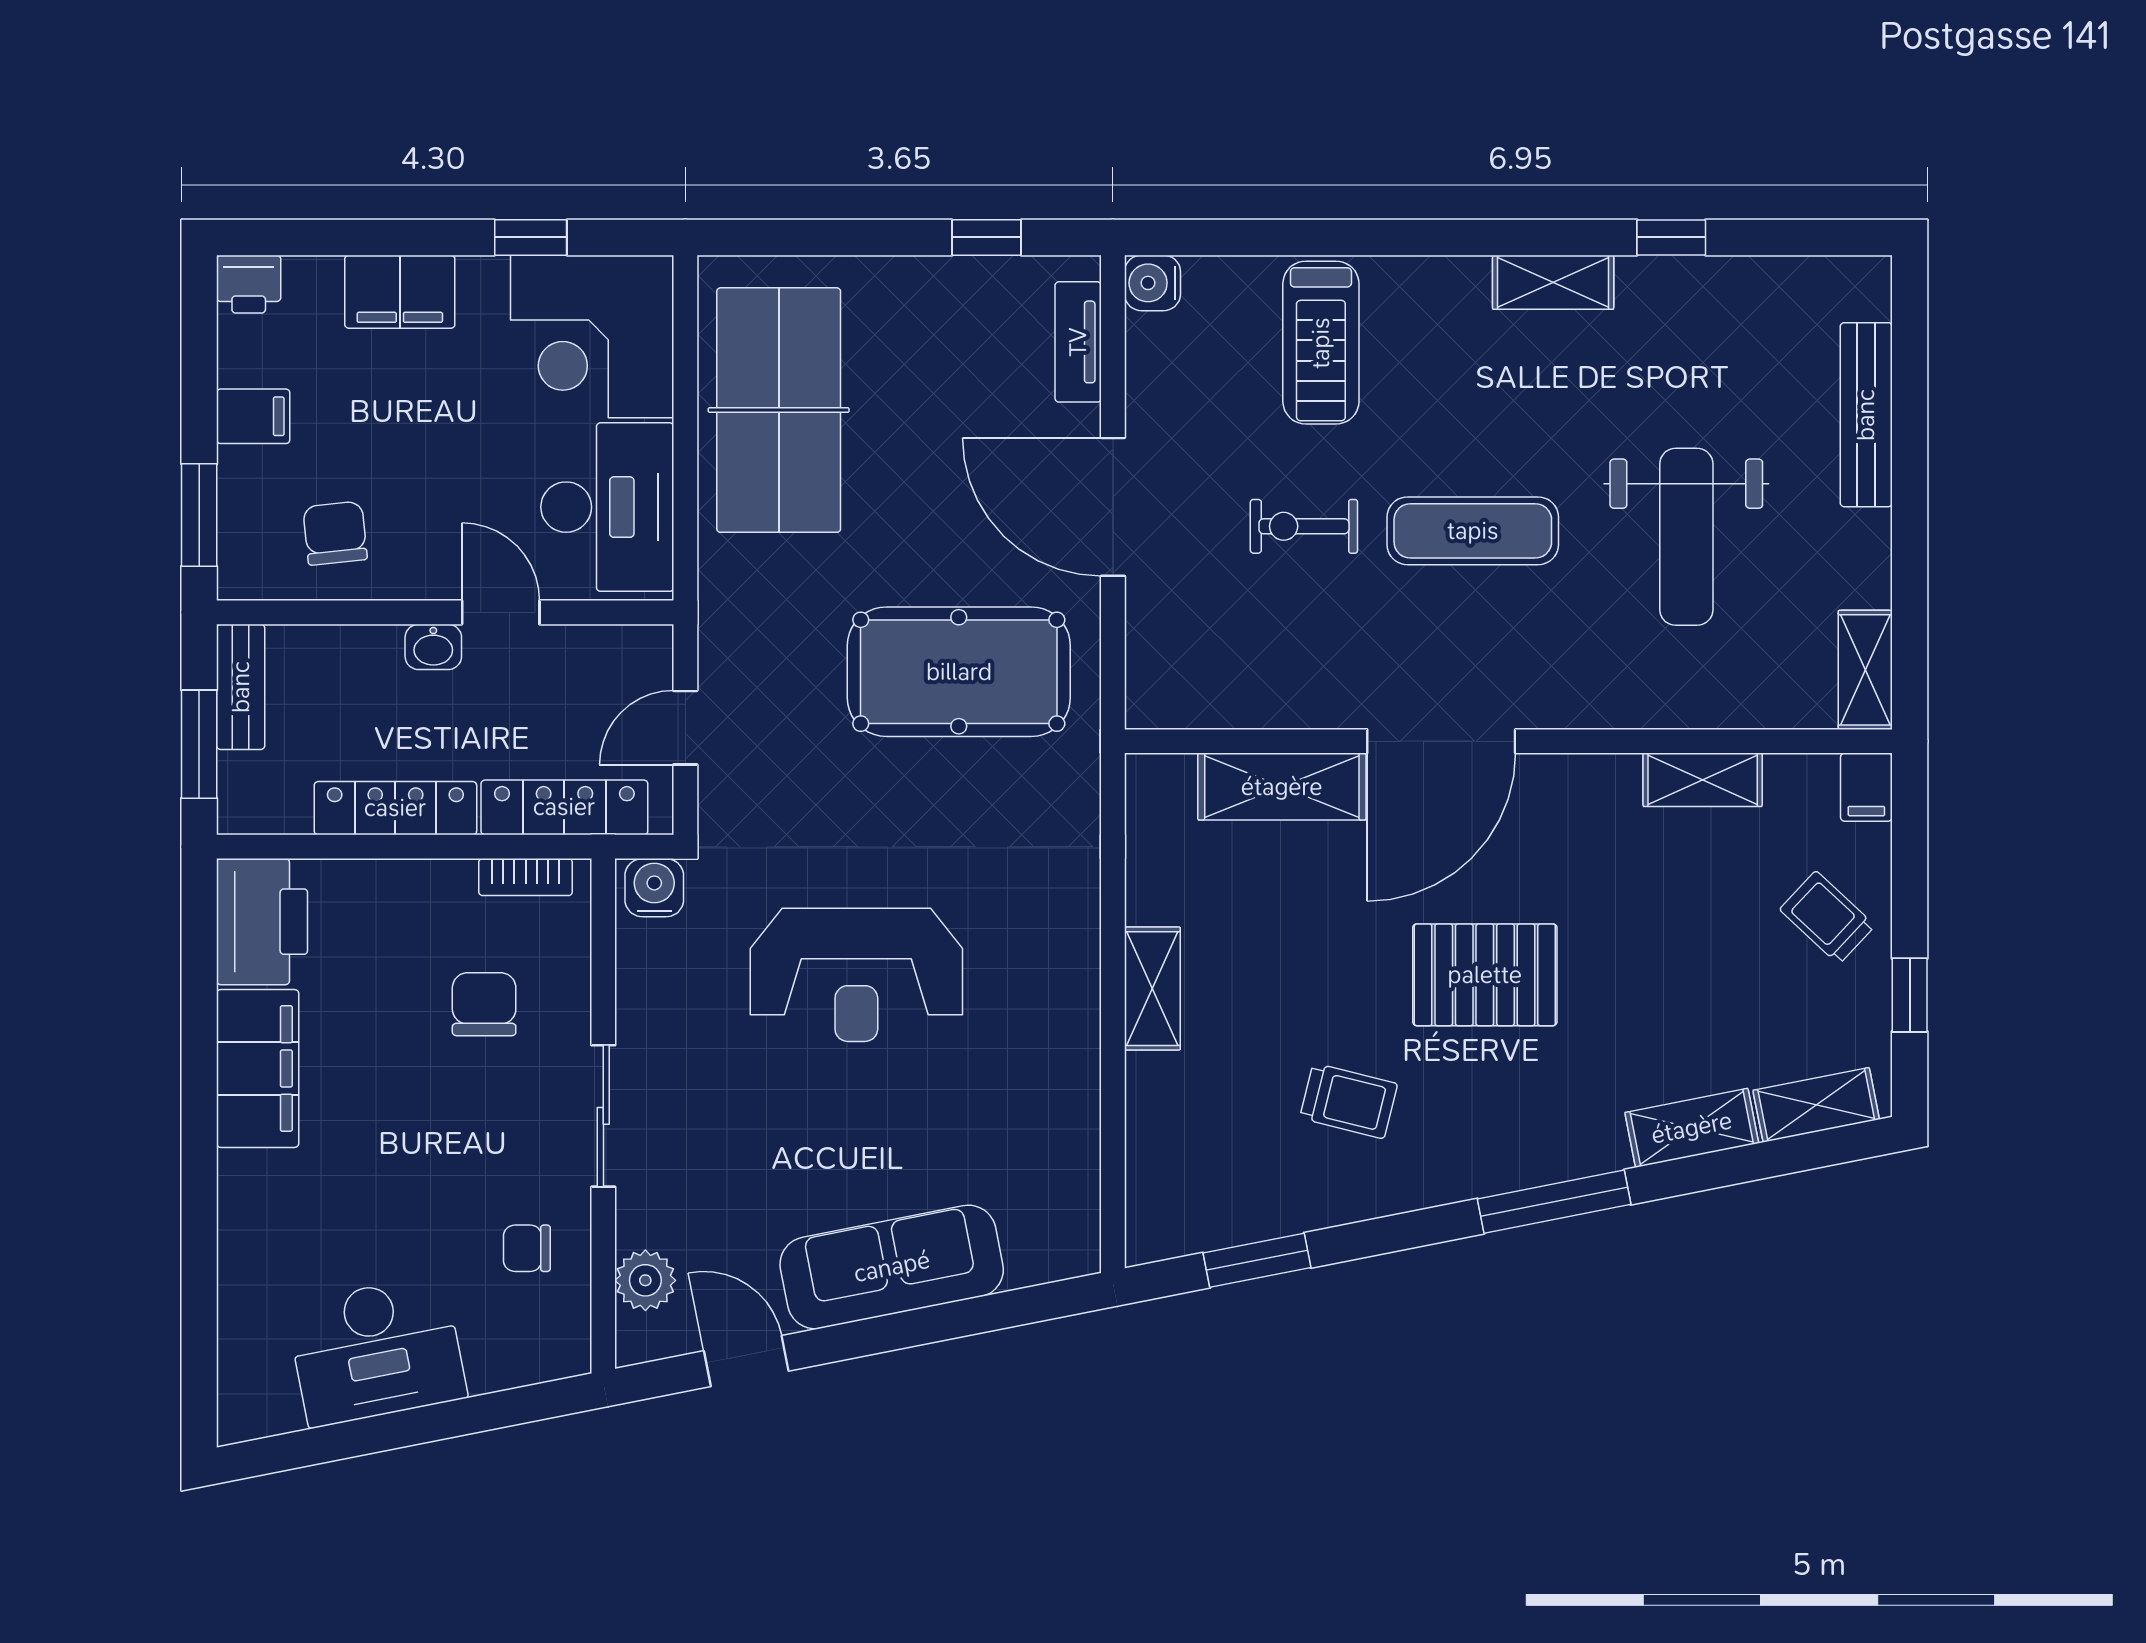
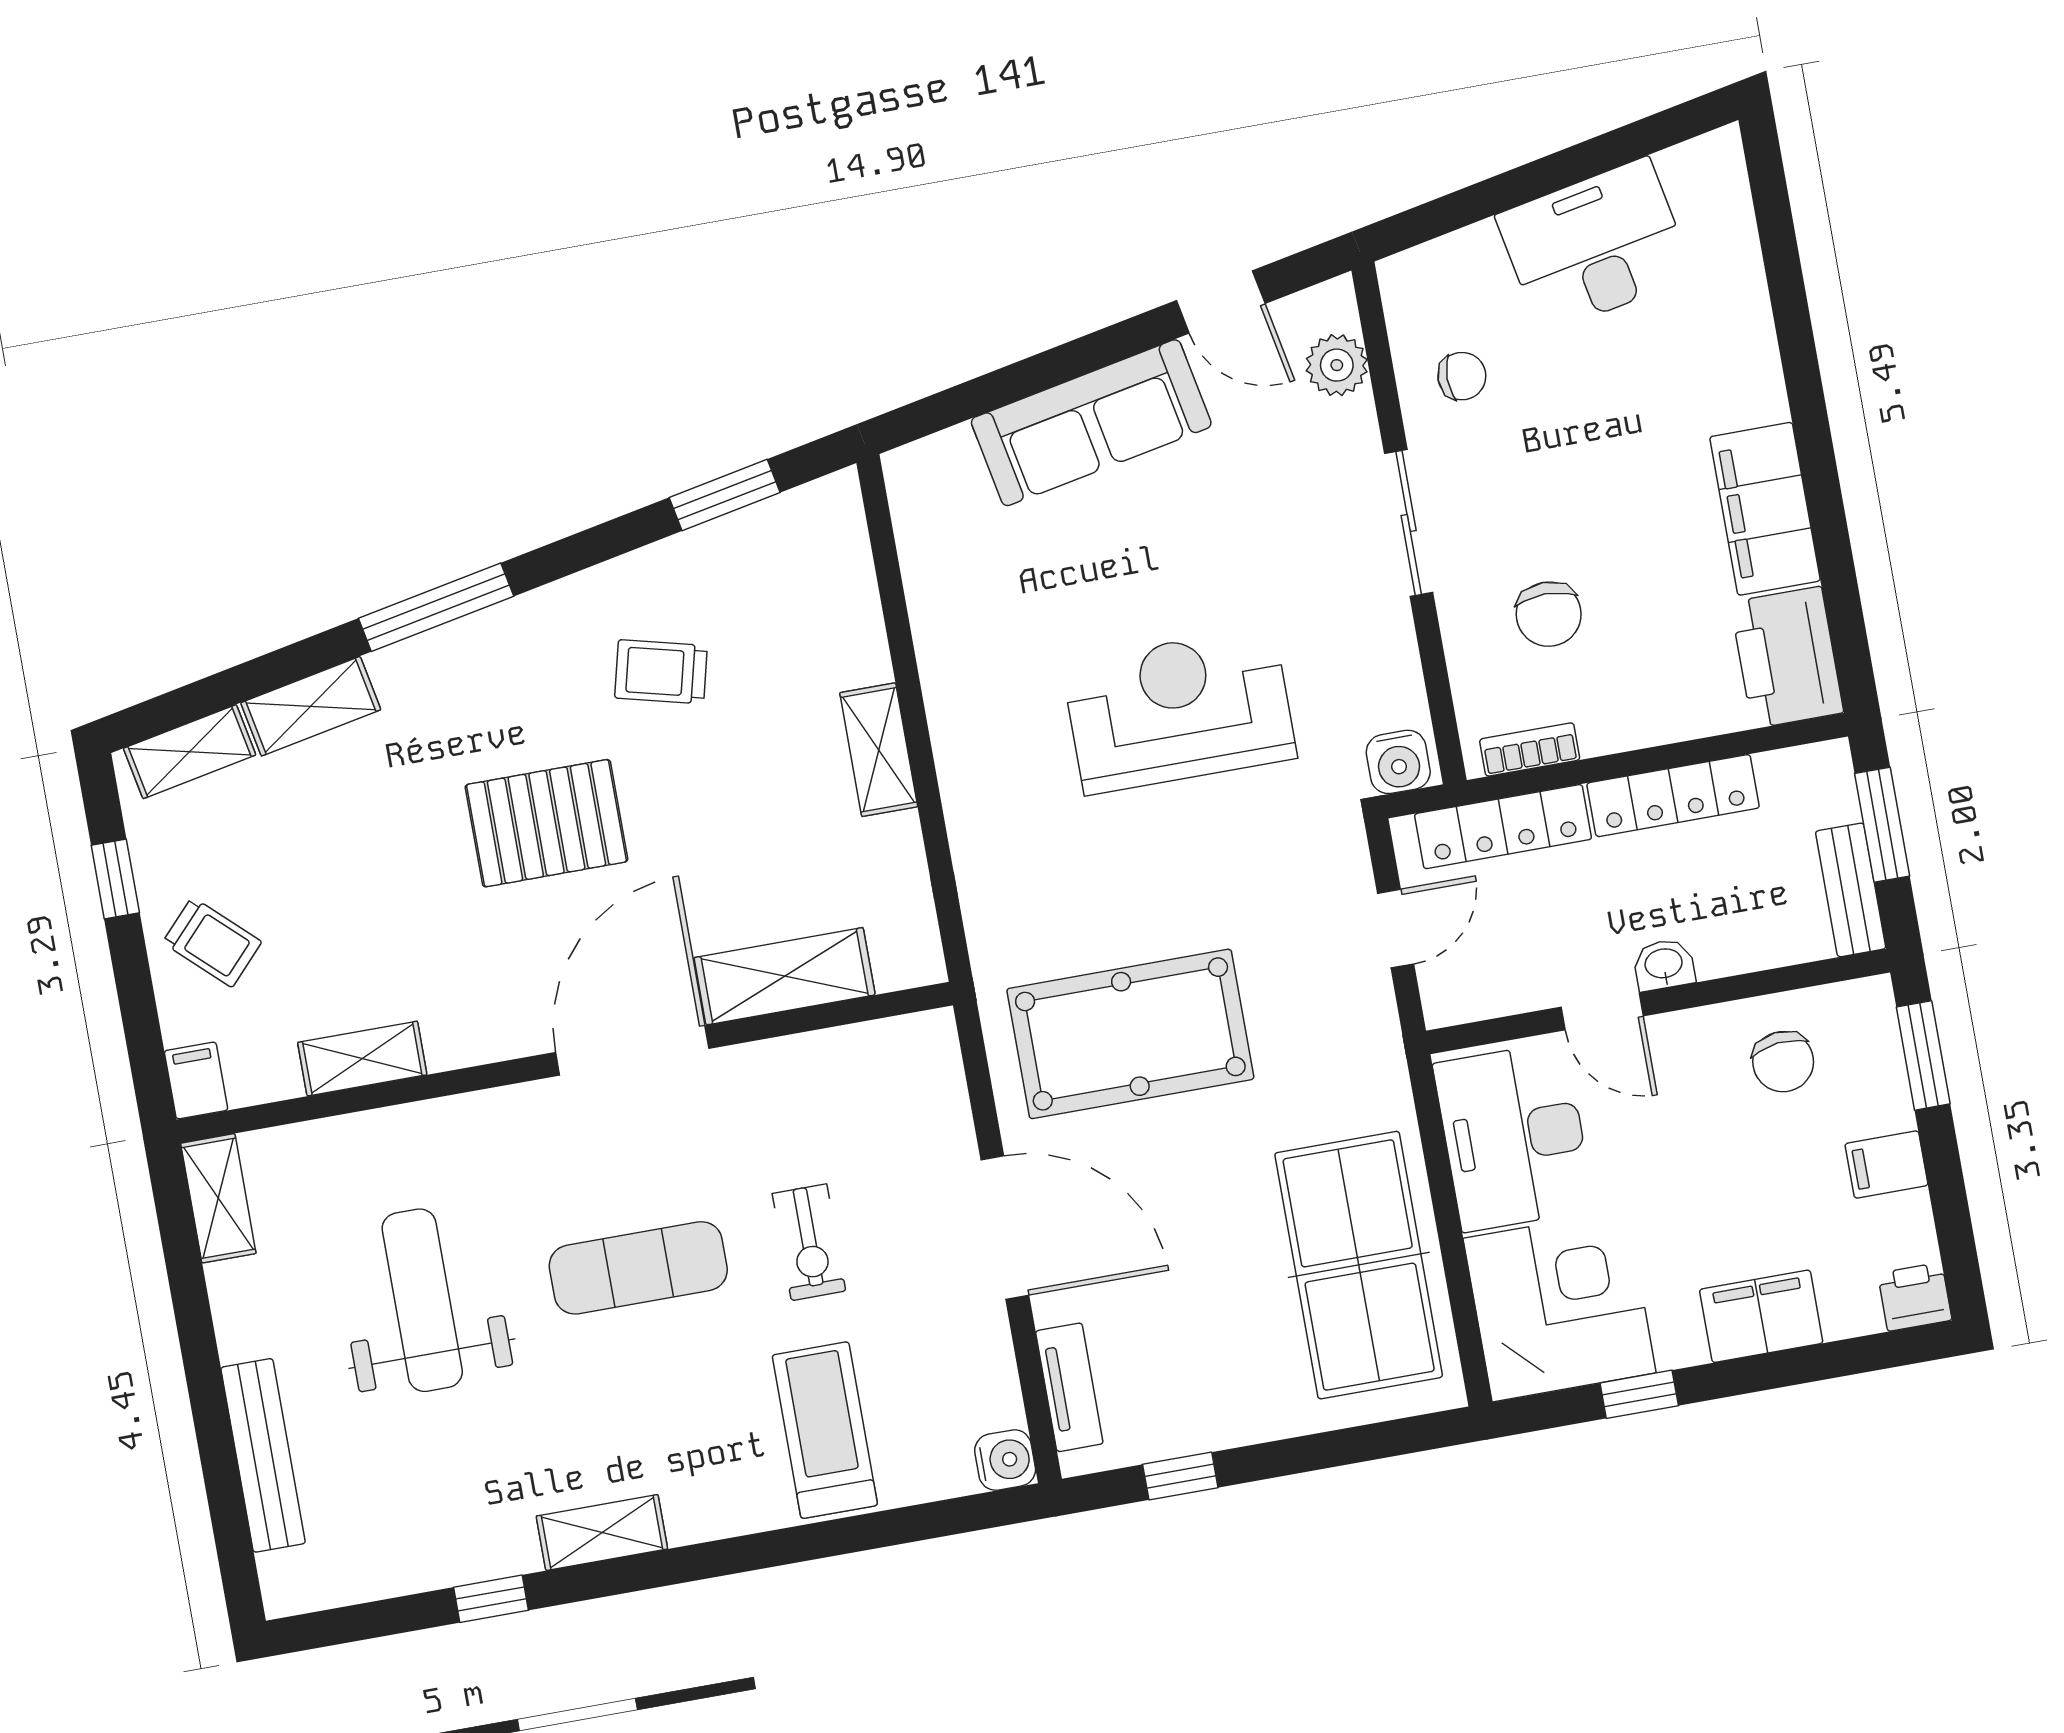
exercise bike: (1304, 526) -> (809, 1242), turned 90

